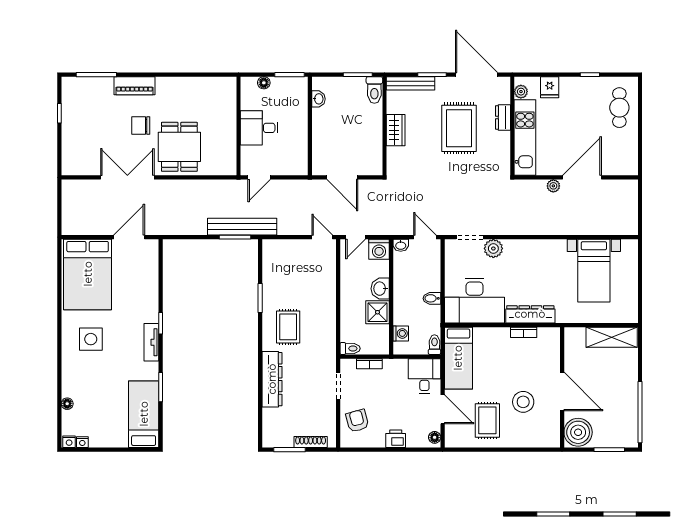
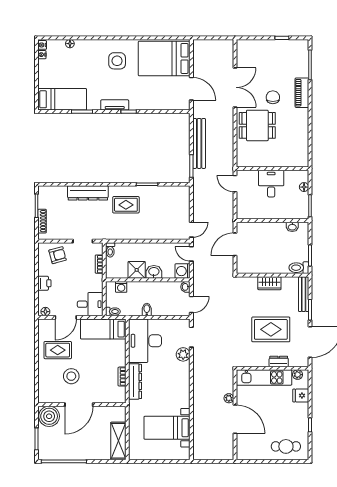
bench: (242, 227) -> (199, 143), moved

